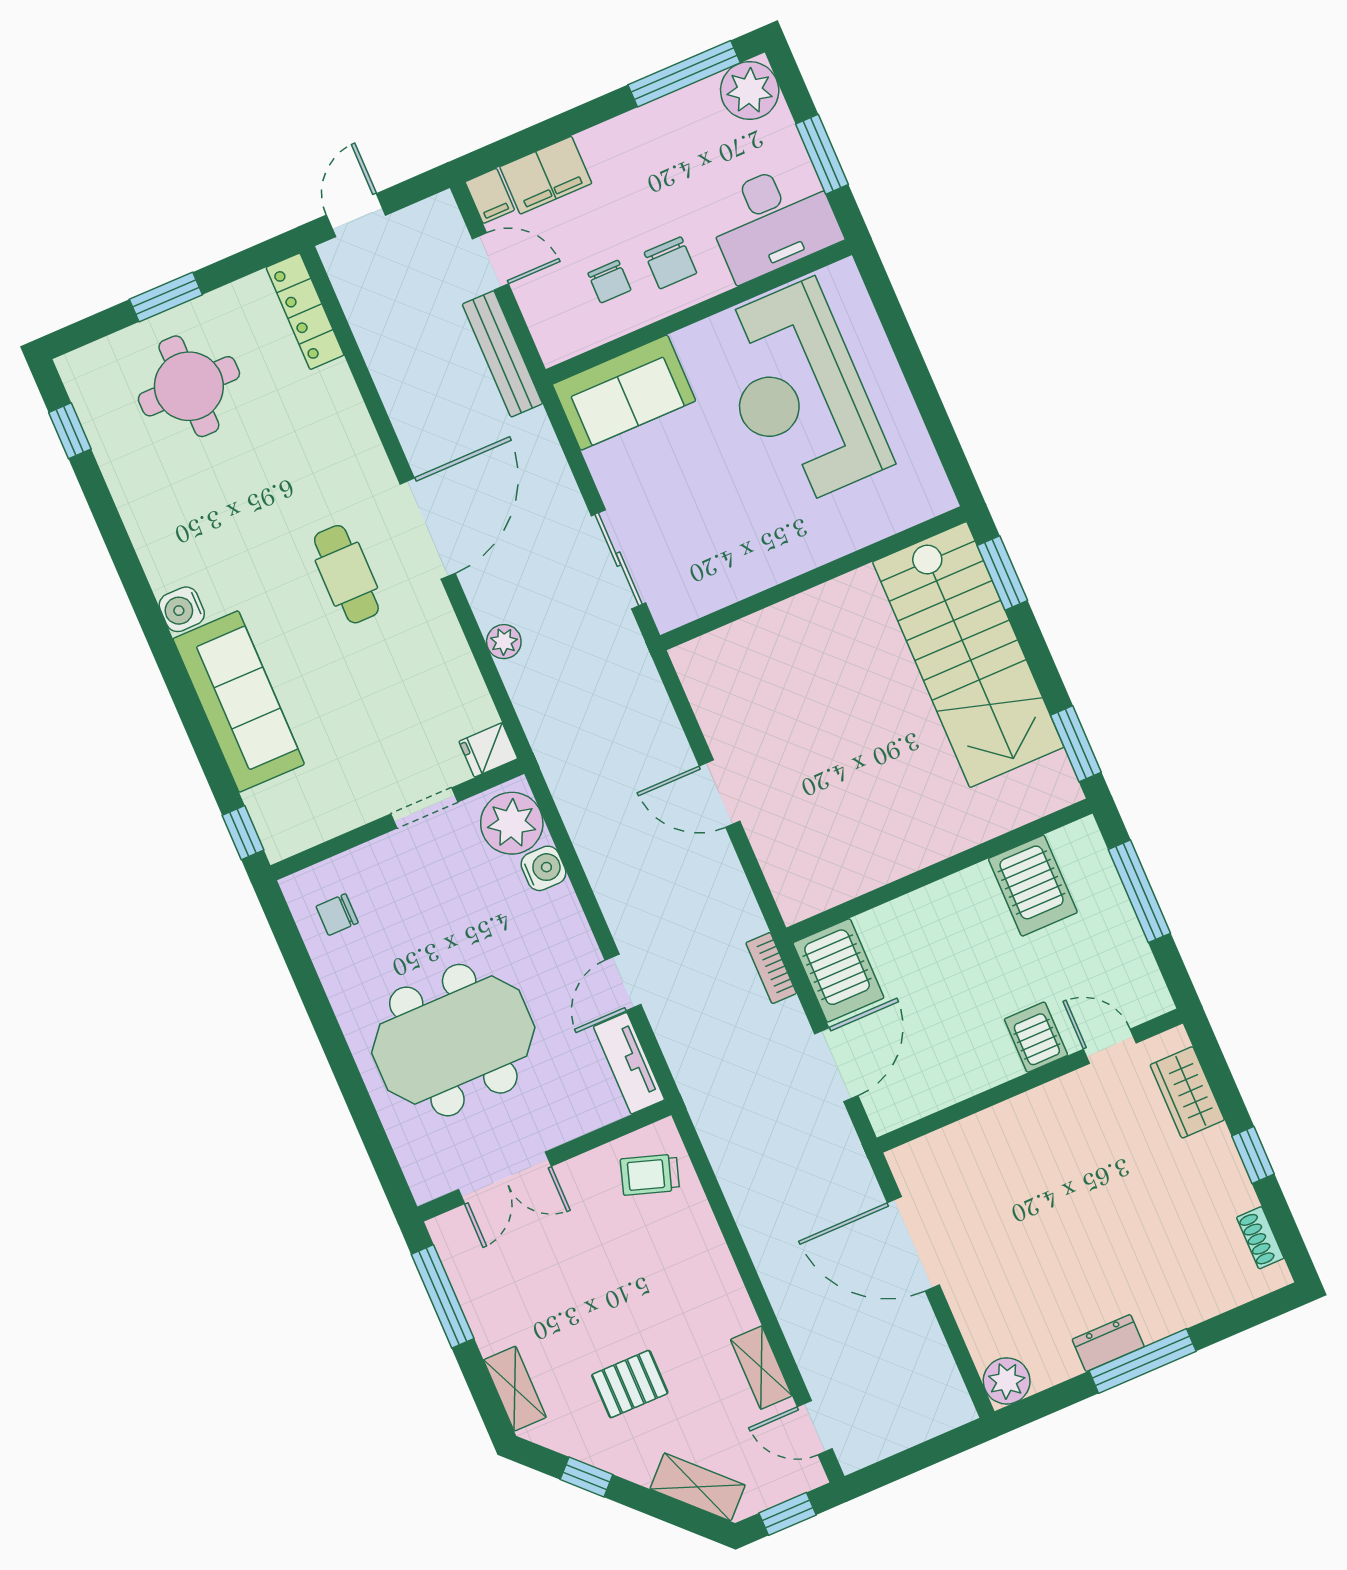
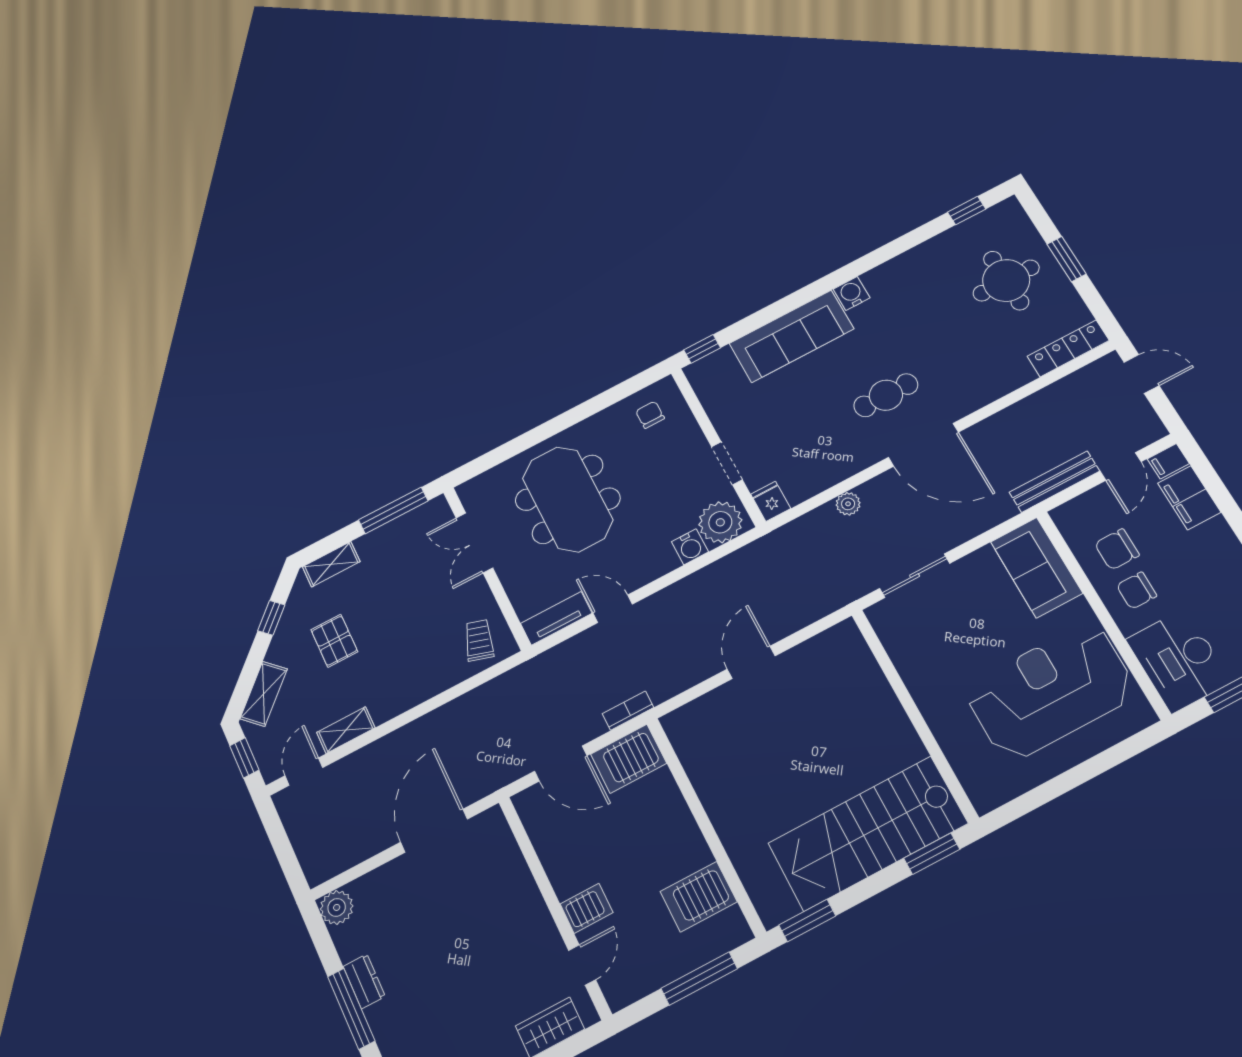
chair: (609, 282) -> (1117, 549), width x1.37, depth x1.37

